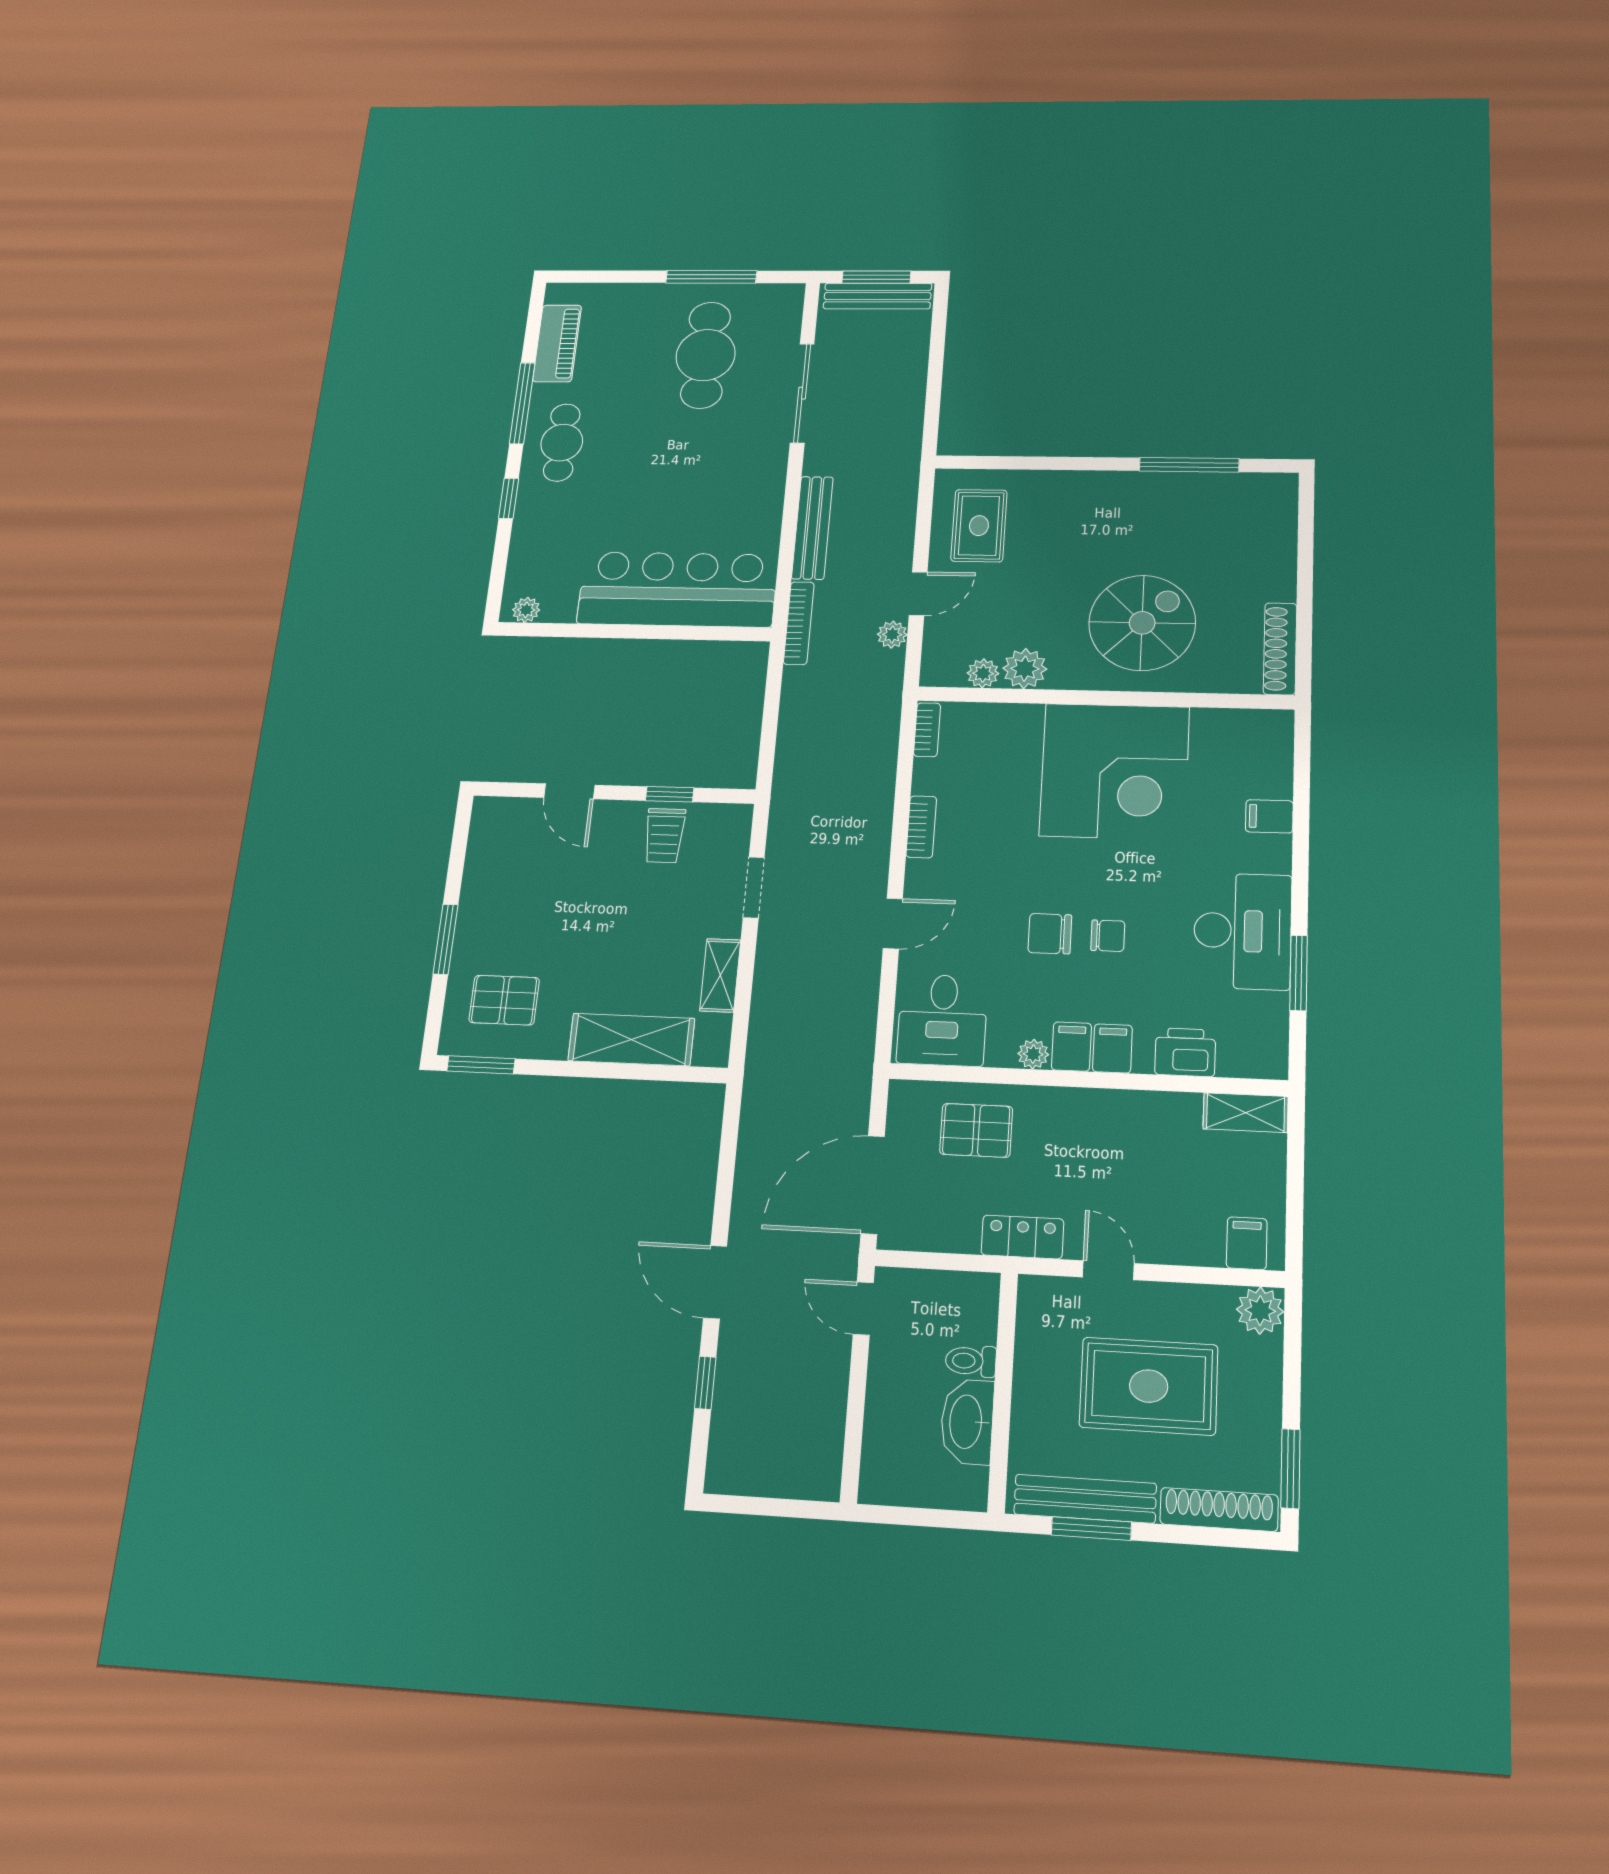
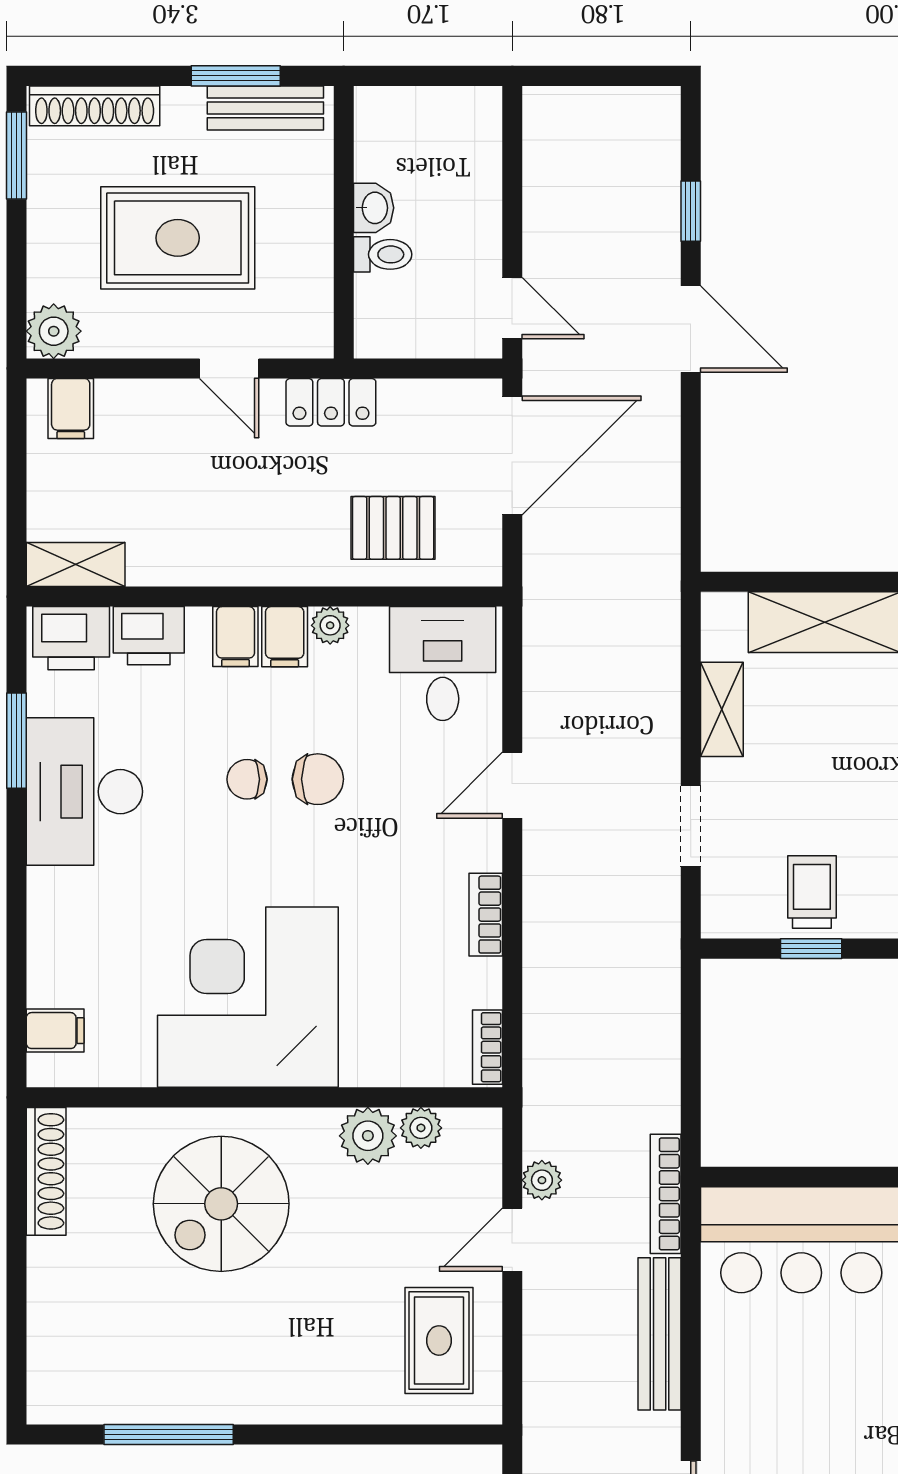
filing cabinet: (1269, 816) -> (55, 1031), moved
printer: (1251, 1053) -> (71, 638), added
washbasin: (967, 1422) -> (374, 208), width x0.52, depth x0.69
bench: (1085, 1499) -> (265, 108), width x0.73

